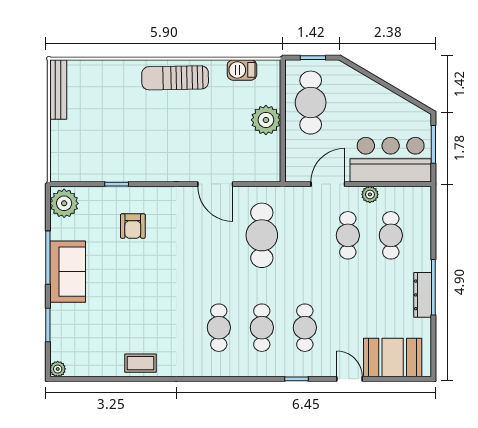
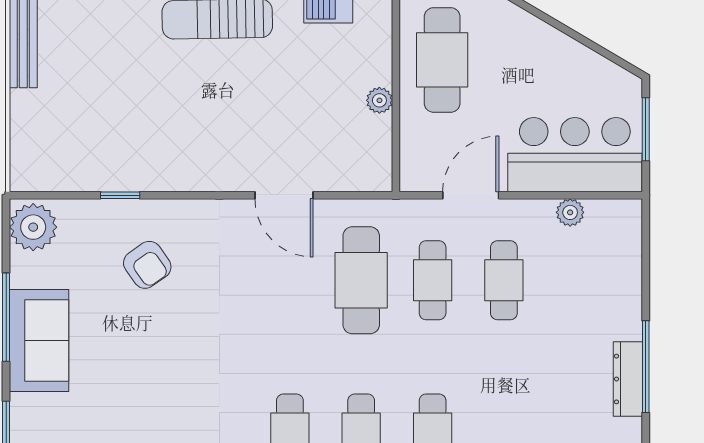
plant: (266, 120) -> (379, 100), width x0.53, depth x0.53
plant: (370, 194) -> (570, 212), moved
armchair: (133, 226) -> (147, 265), turned -35
cafe table: (391, 235) -> (433, 280), moved

